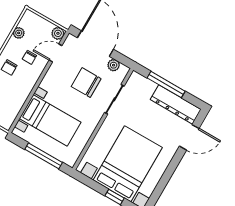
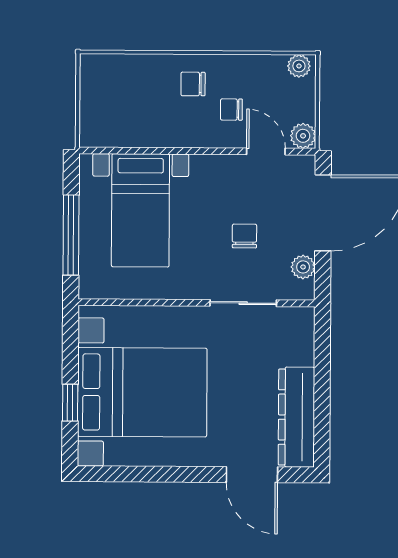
plant: (19, 33) -> (299, 66), moved
chair: (86, 83) -> (244, 236), width x0.54, depth x0.54
window: (166, 85) -> (322, 380), removed

